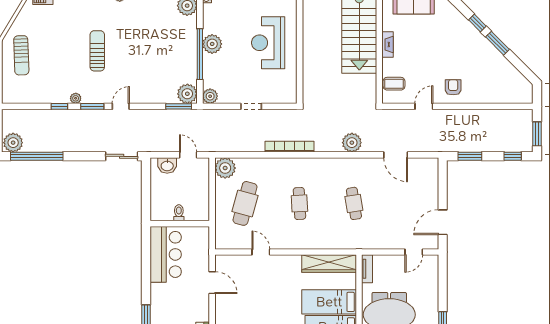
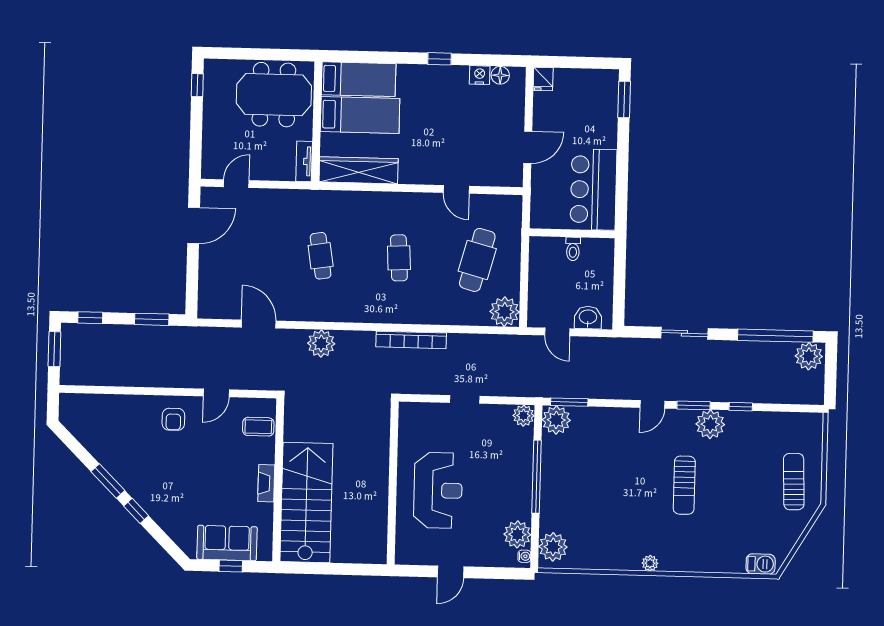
plant: (212, 44) -> (517, 534), moved
plant: (76, 98) -> (710, 424), width x1.88, depth x1.88
sliding door: (122, 156) -> (684, 333), moved
door: (212, 283) -> (528, 147), swing flipped

